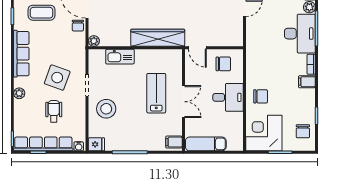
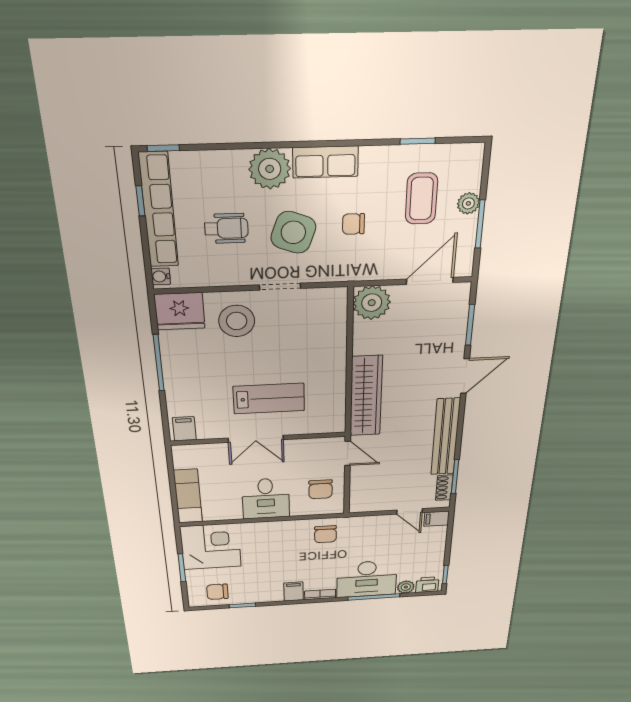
chair: (78, 26) -> (353, 224), moved
plant: (94, 41) -> (372, 303), width x1.87, depth x1.87
door: (197, 48) -> (348, 453), swing flipped
row of seats: (21, 54) -> (325, 162), width x0.68
kitchen sink: (120, 57) -> (334, 339), removed
plant: (19, 93) -> (270, 169), width x1.87, depth x1.87
chair: (261, 96) -> (325, 534), moved
fridge: (96, 144) -> (180, 311), width x1.88, depth x1.34
exam couch: (206, 144) -> (188, 496), moved

